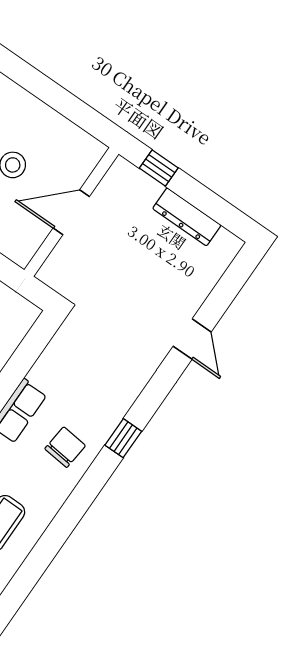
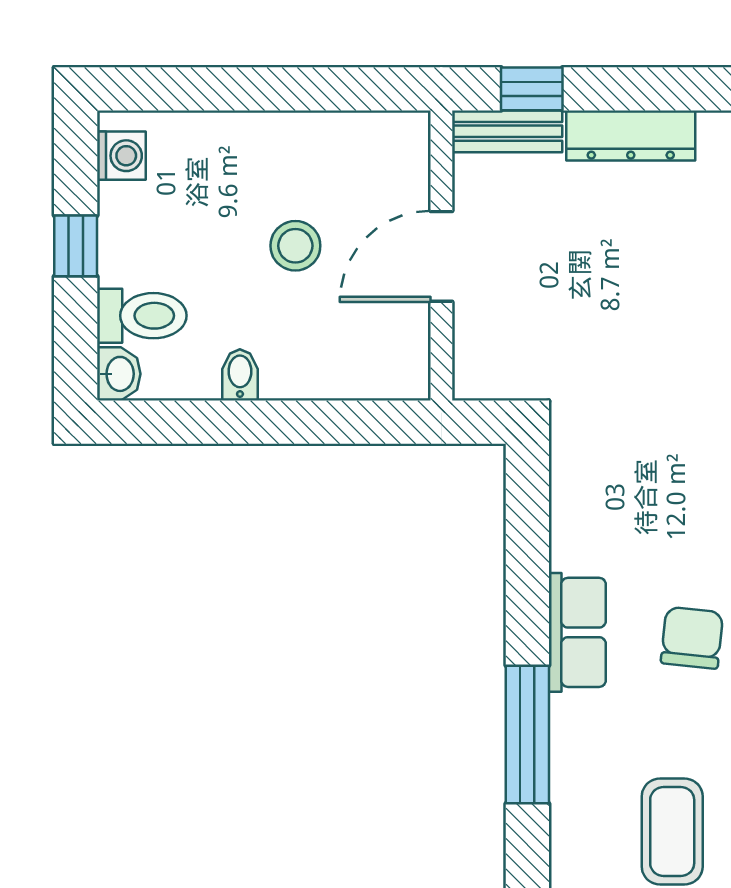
bench: (136, 179) -> (507, 131), added

